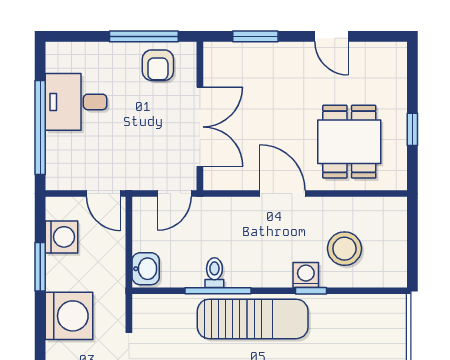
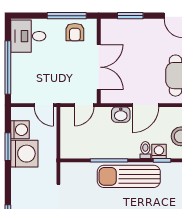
desk: (76, 102) -> (28, 36), moved
door: (282, 194) -> (146, 105), swing flipped
washbasin: (146, 269) -> (121, 115), moved, turned 90
toilet: (214, 273) -> (145, 150), moved
washing machine: (69, 316) -> (24, 154), moved
sun lounger: (253, 319) -> (129, 176), turned 180

